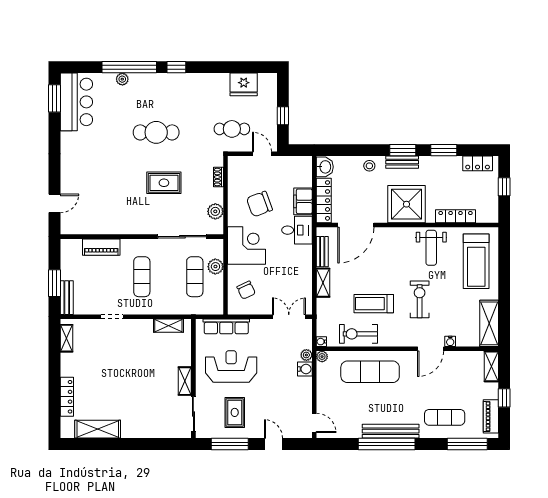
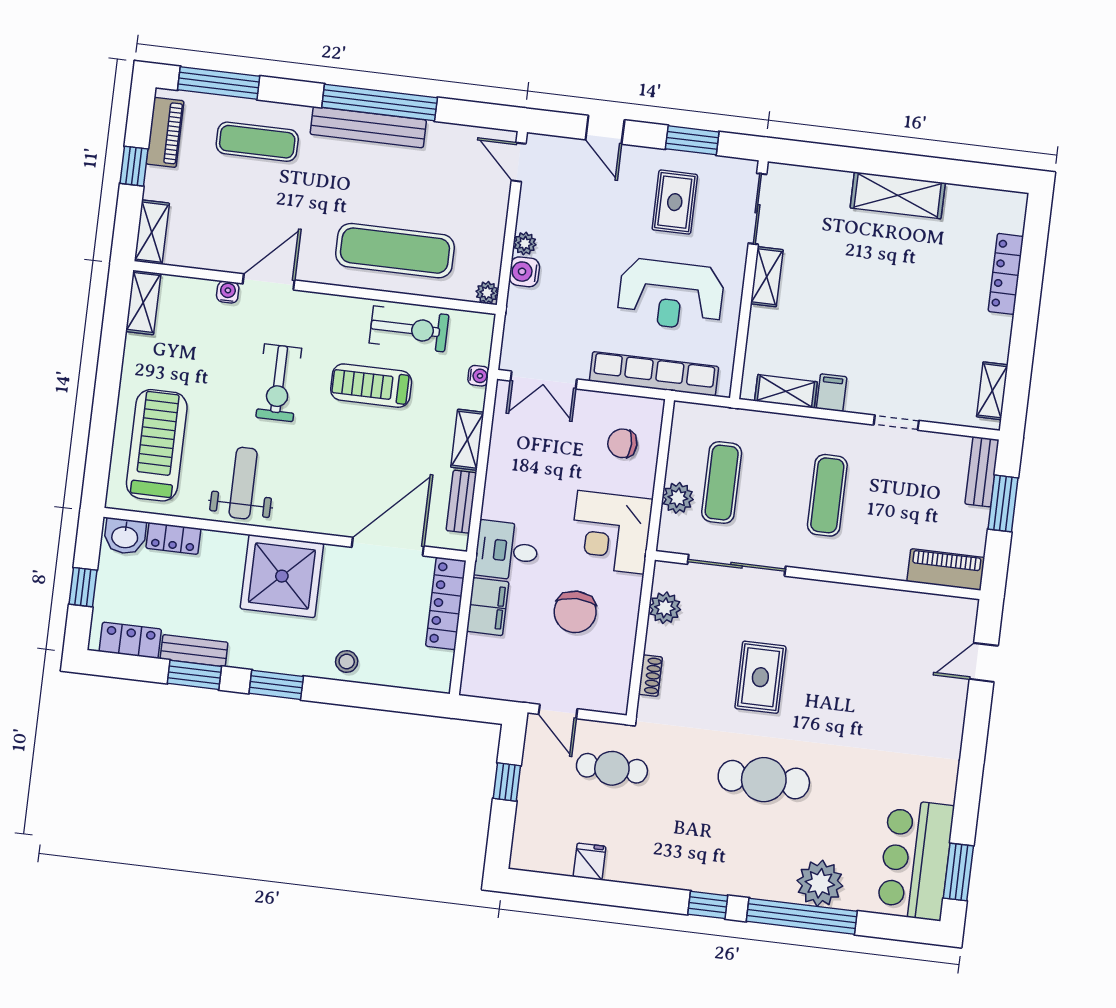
plant: (122, 79) -> (820, 883), width x1.88, depth x1.88
fridge: (244, 84) -> (590, 861), width x0.53, depth x0.75
bench: (402, 162) -> (194, 651), moved
washbasin: (325, 167) -> (125, 536), moved, turned -90
rug: (164, 183) -> (760, 677), turned 90
chair: (259, 204) -> (575, 612), turned 110
locker: (456, 216) -> (173, 538), width x0.66
piano: (101, 247) -> (946, 569), moved
chair: (246, 290) -> (622, 443), turned -65
treadmill: (374, 304) -> (371, 386), turned 180
shelving: (489, 323) -> (143, 302), width x0.67, depth x0.75
row of seats: (226, 326) -> (654, 374), width x1.36
filing cabinet: (146, 328) -> (832, 393), added
water cooler: (321, 342) -> (478, 376), moved
plant: (306, 355) -> (525, 243), moved
shelving: (98, 429) -> (898, 195), moved
window: (230, 444) -> (692, 140), width x0.69

